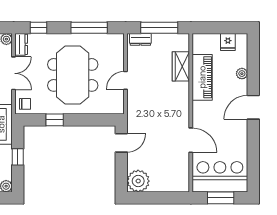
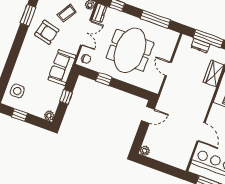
dresser: (140, 39) -> (201, 46), moved
door: (126, 80) -> (168, 69), hinge flipped
plant: (138, 181) -> (145, 151), width x0.53, depth x0.53

